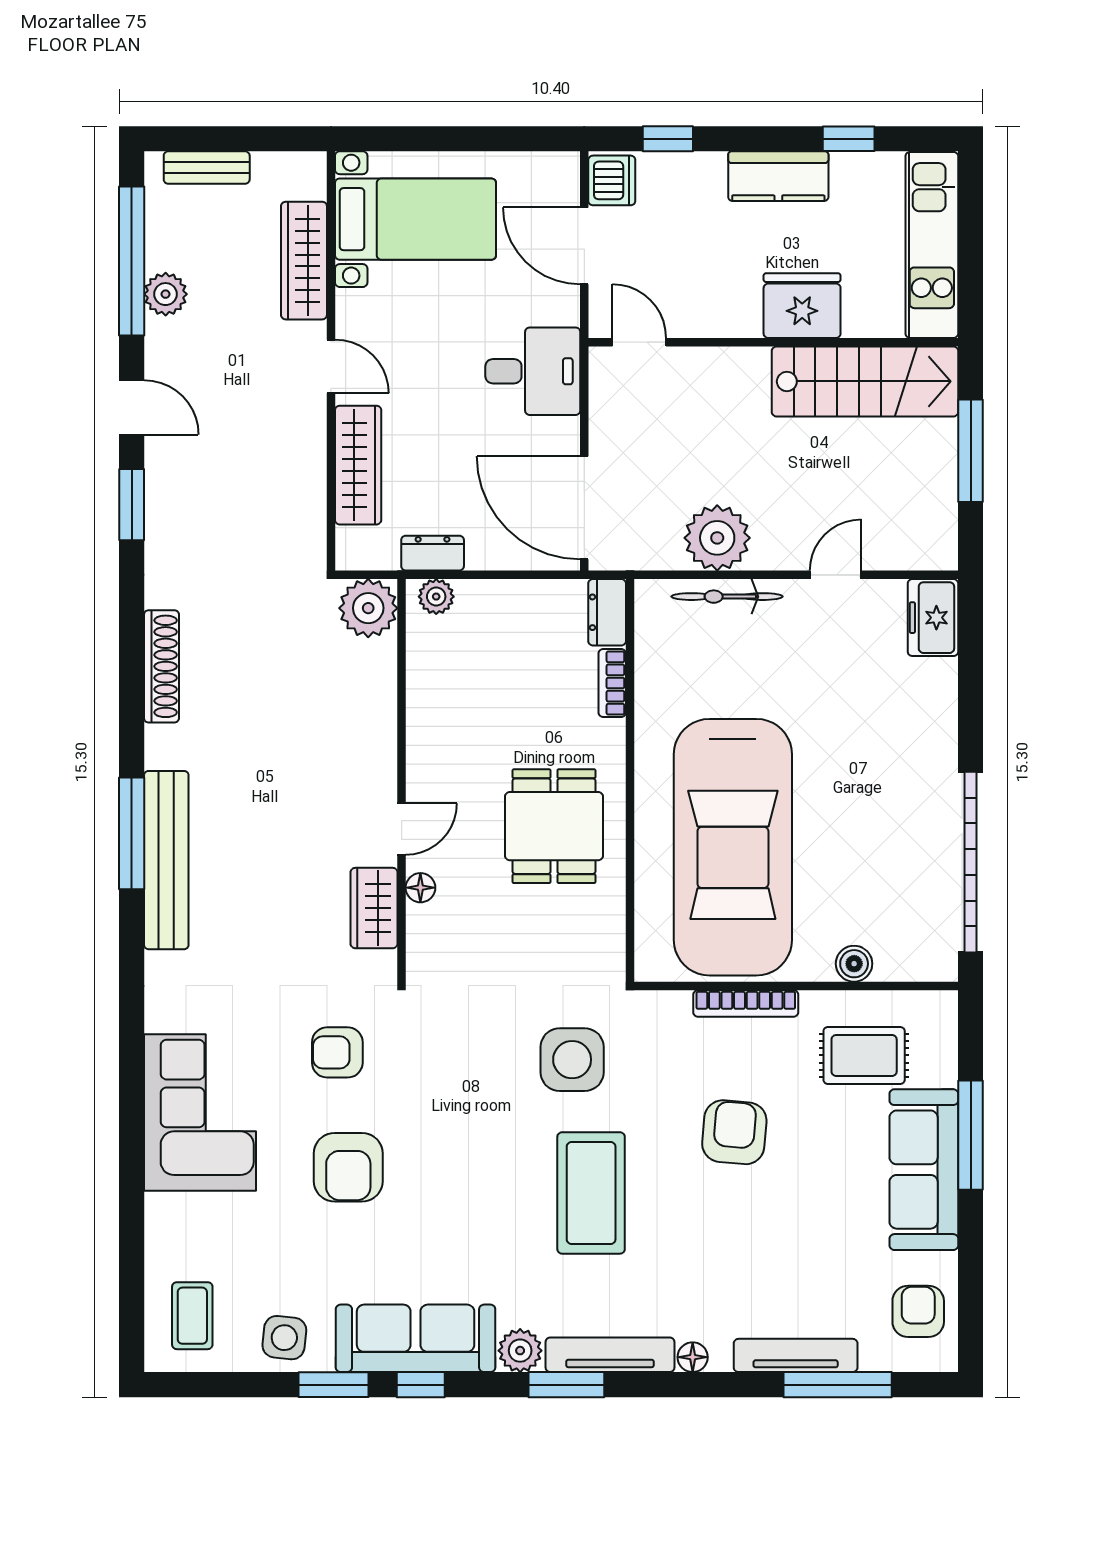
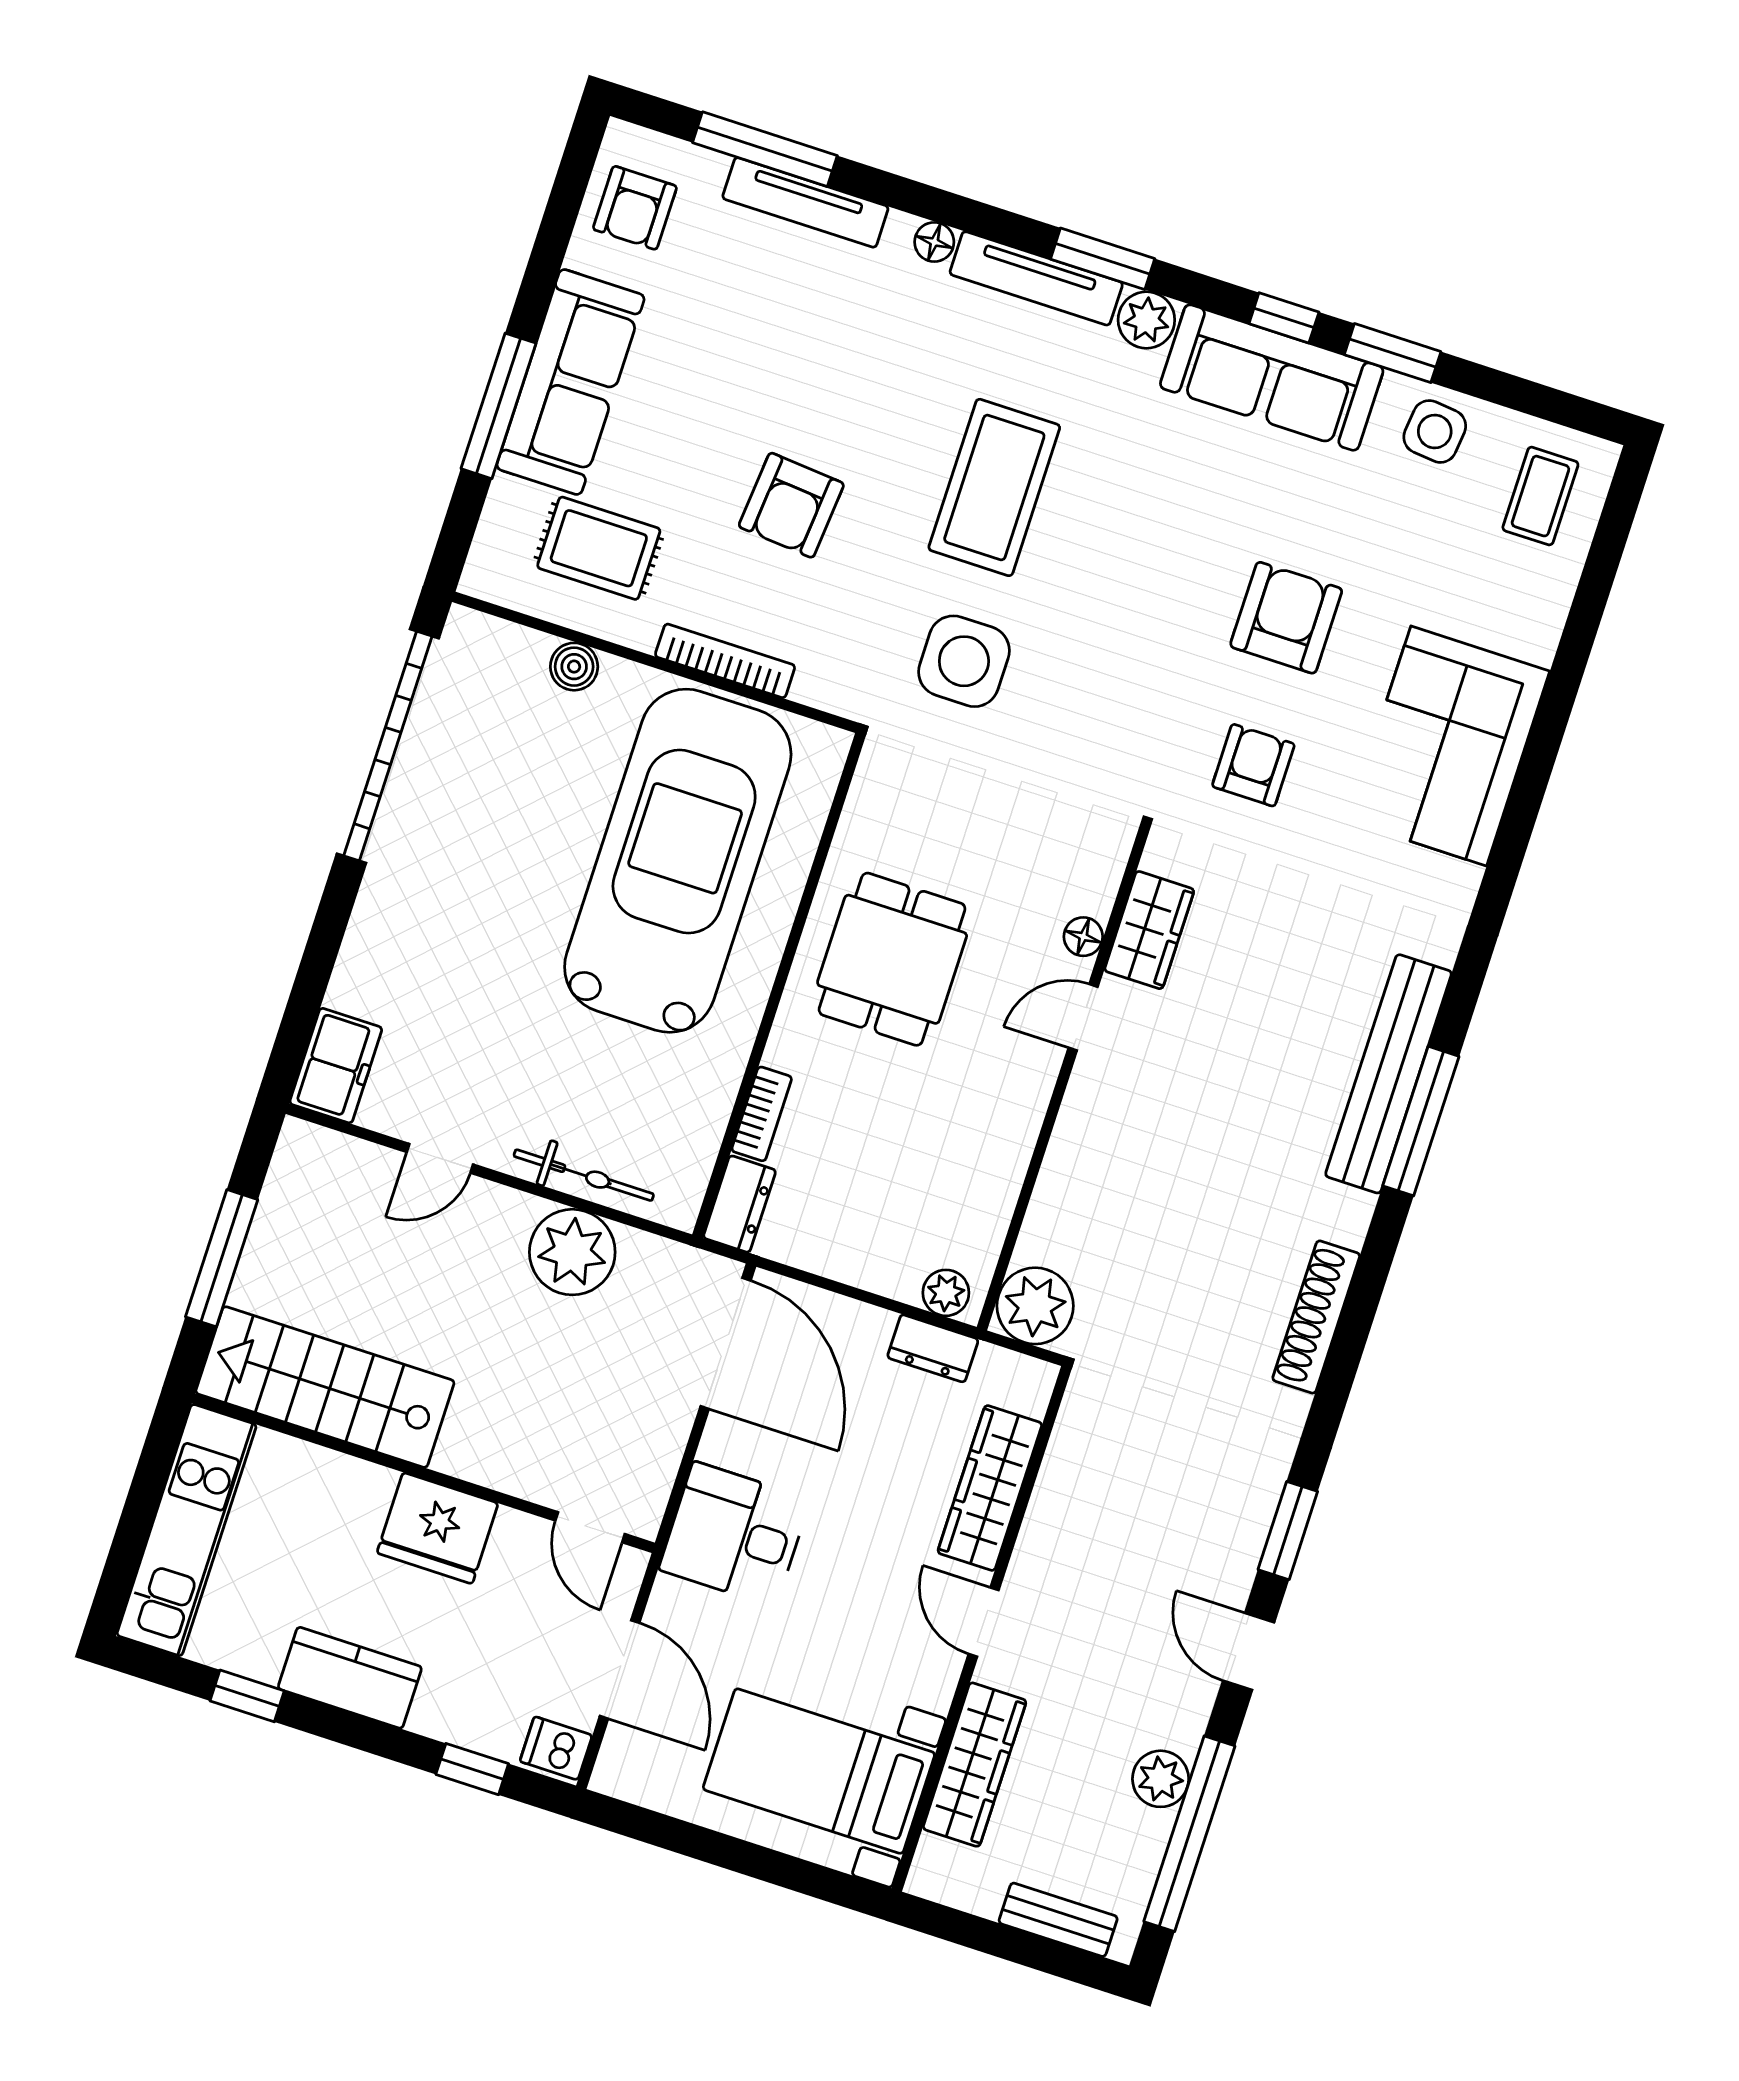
dishwasher: (612, 180) -> (556, 1748), width x0.73
fridge: (802, 306) -> (438, 1528), moved
armchair: (337, 1052) -> (1253, 765), turned -90

